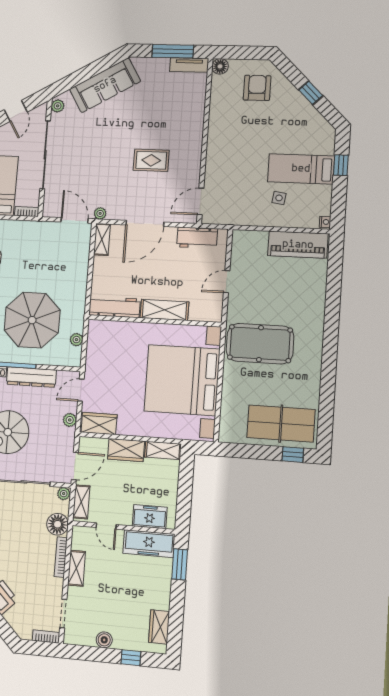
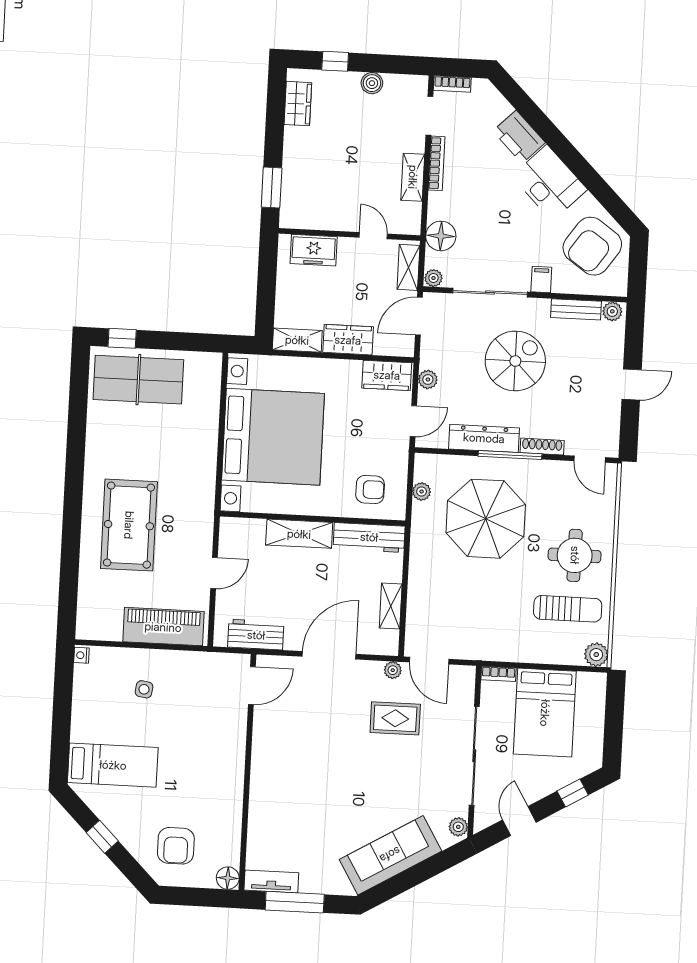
rug: (151, 160) -> (395, 718), moved
window: (341, 165) -> (61, 734), removed
bed: (301, 169) -> (113, 765), moved
shelving: (102, 239) -> (391, 606), moved
piano: (298, 245) -> (163, 627), moved
armchair: (113, 341) -> (370, 489), added
pool table: (260, 344) -> (129, 525), moved, turned 90
freezer: (149, 544) -> (314, 214), removed
bookcase: (61, 557) -> (437, 163), moved

